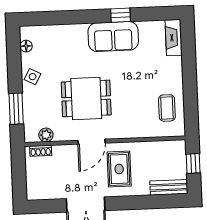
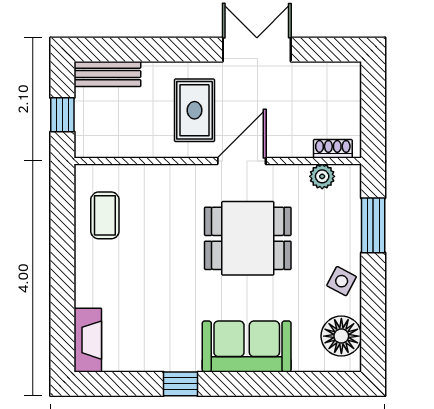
sofa: (113, 37) -> (247, 346), moved
floor lamp: (26, 46) -> (341, 336), width x1.89, depth x1.89

